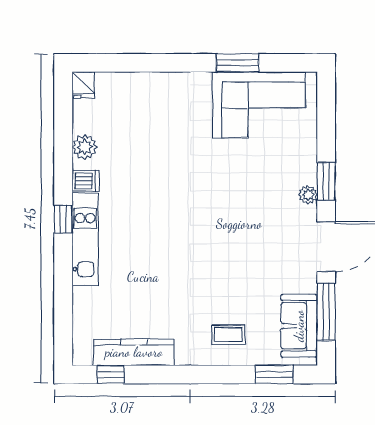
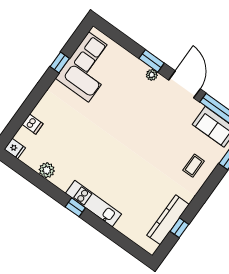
window: (238, 63) -> (60, 62), width x0.67
dishwasher: (86, 181) -> (33, 124), moved, turned 90
window: (111, 374) -> (179, 228), moved

